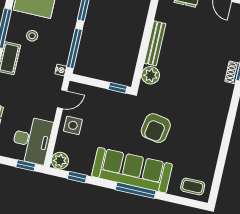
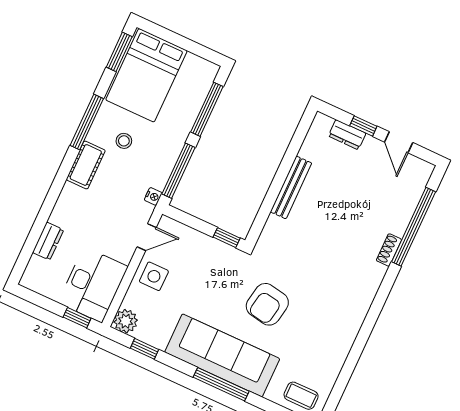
plant: (151, 75) -> (276, 230), removed

